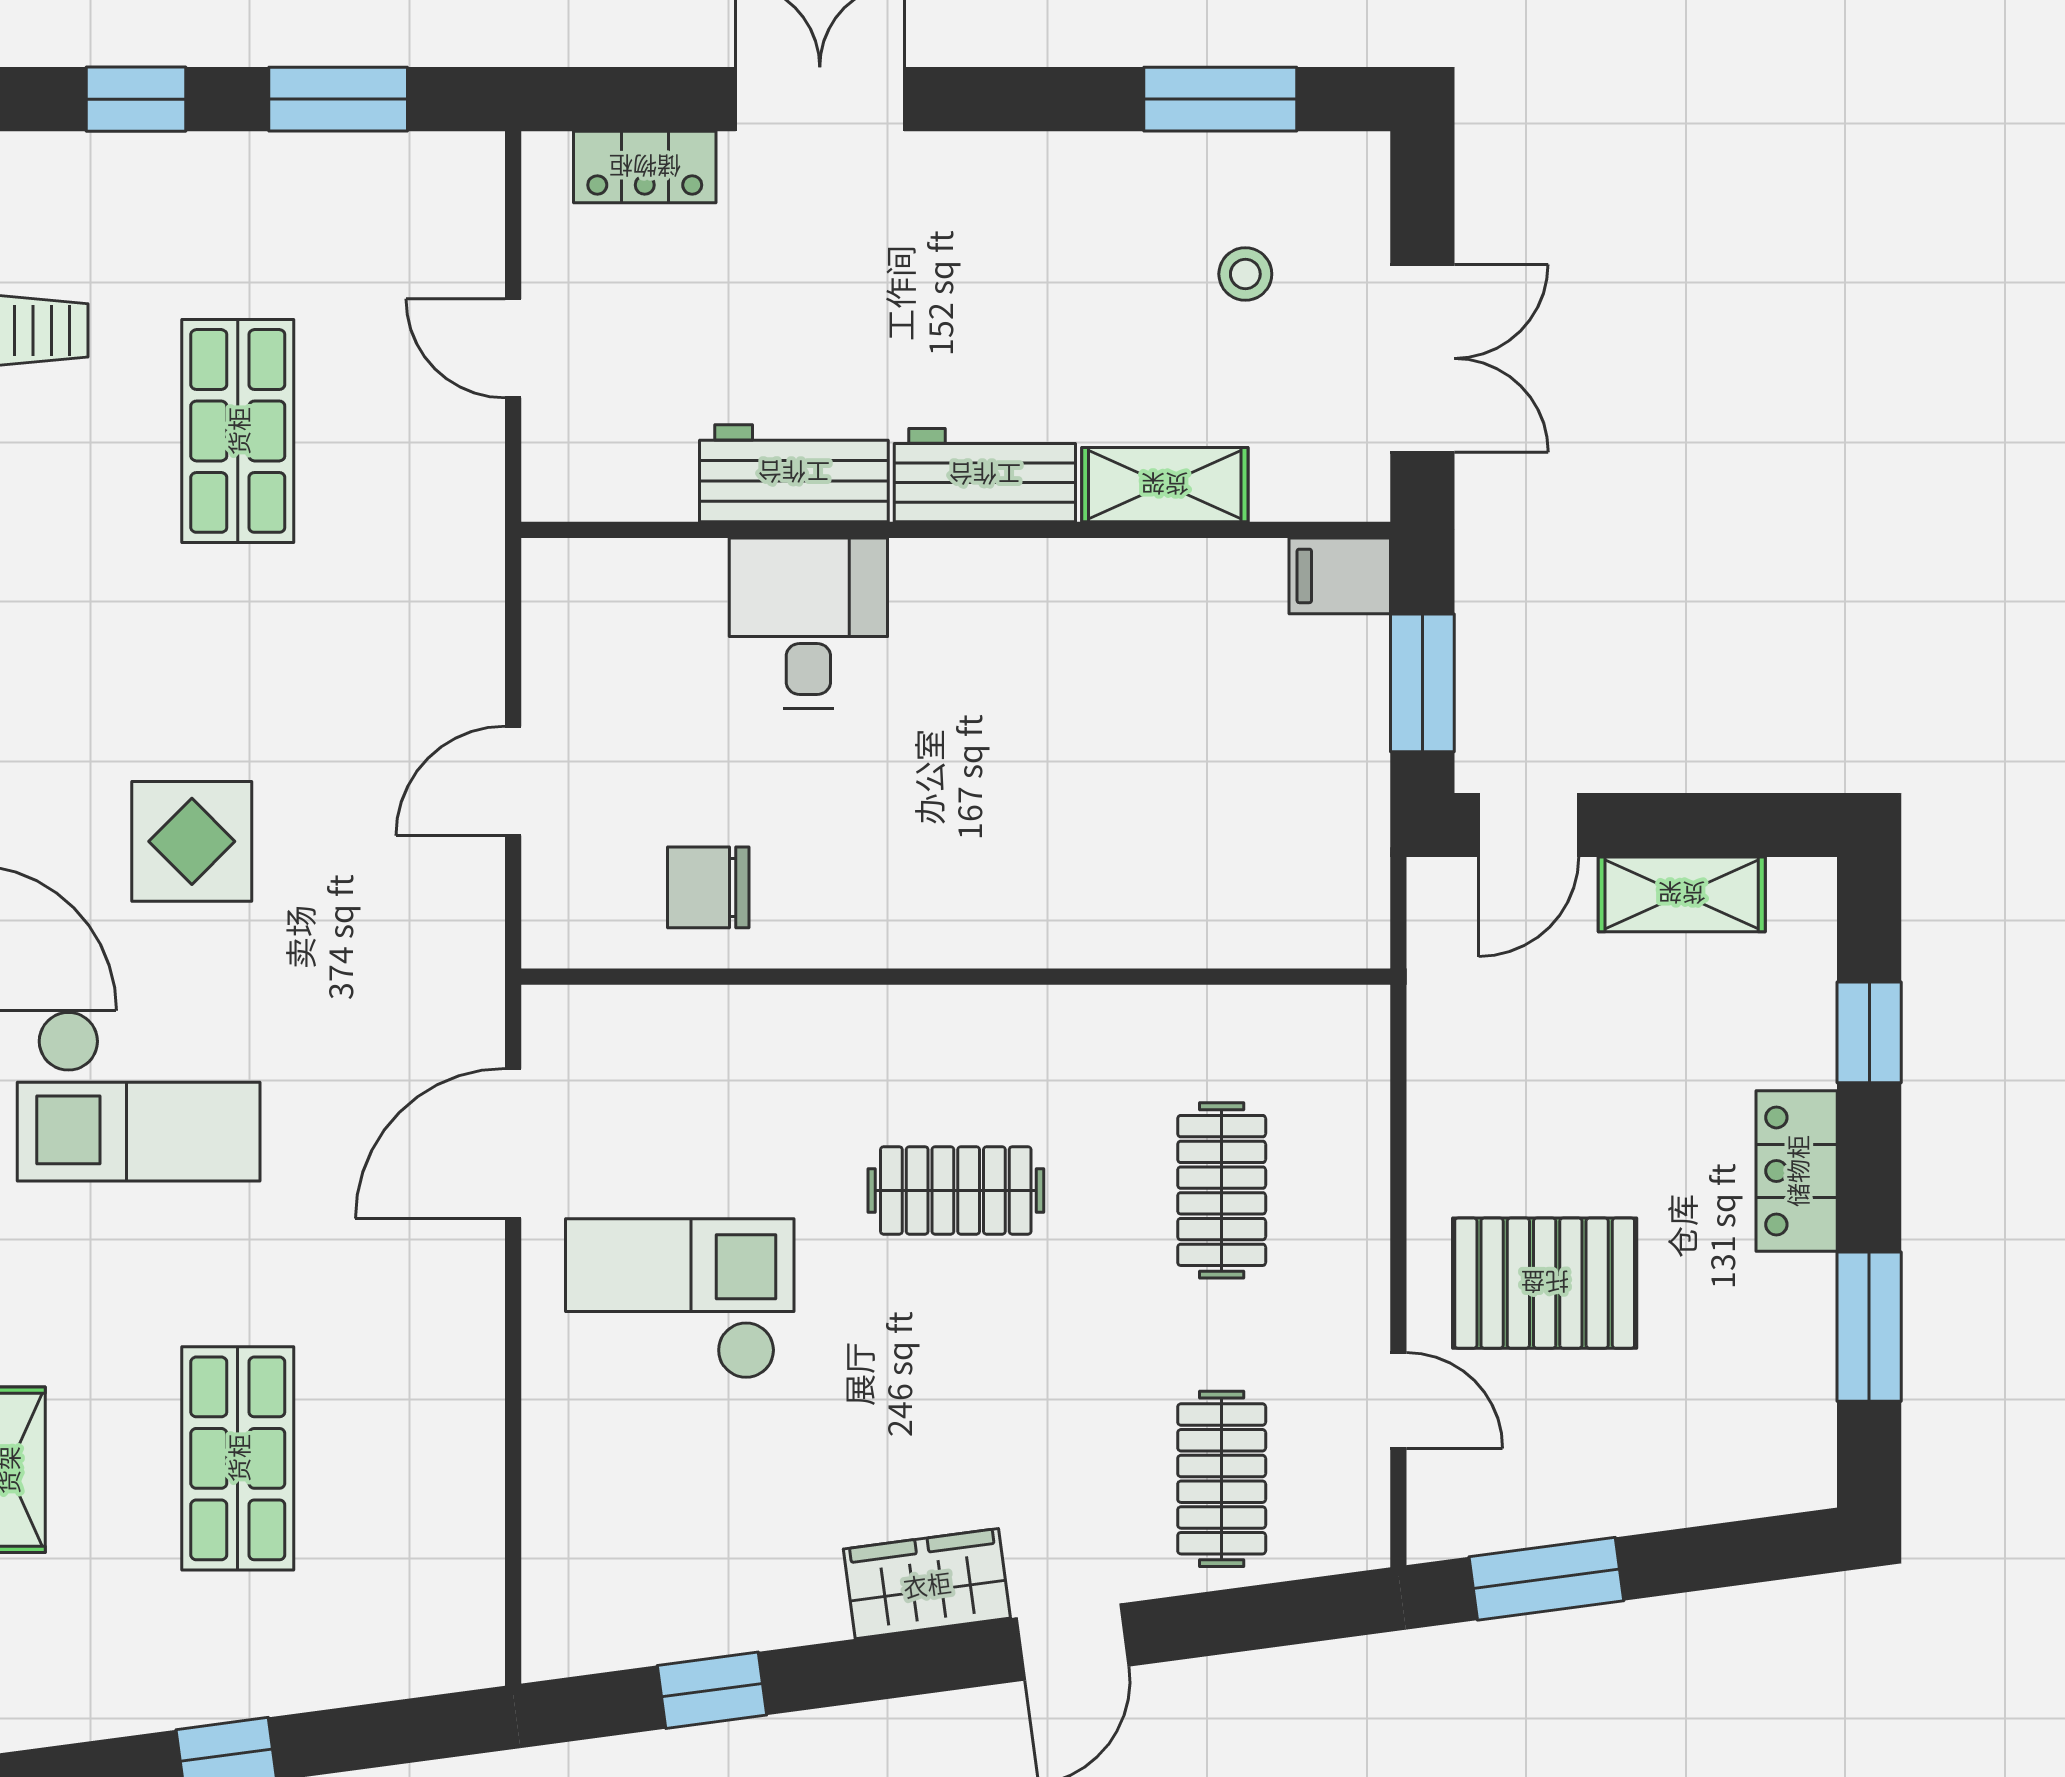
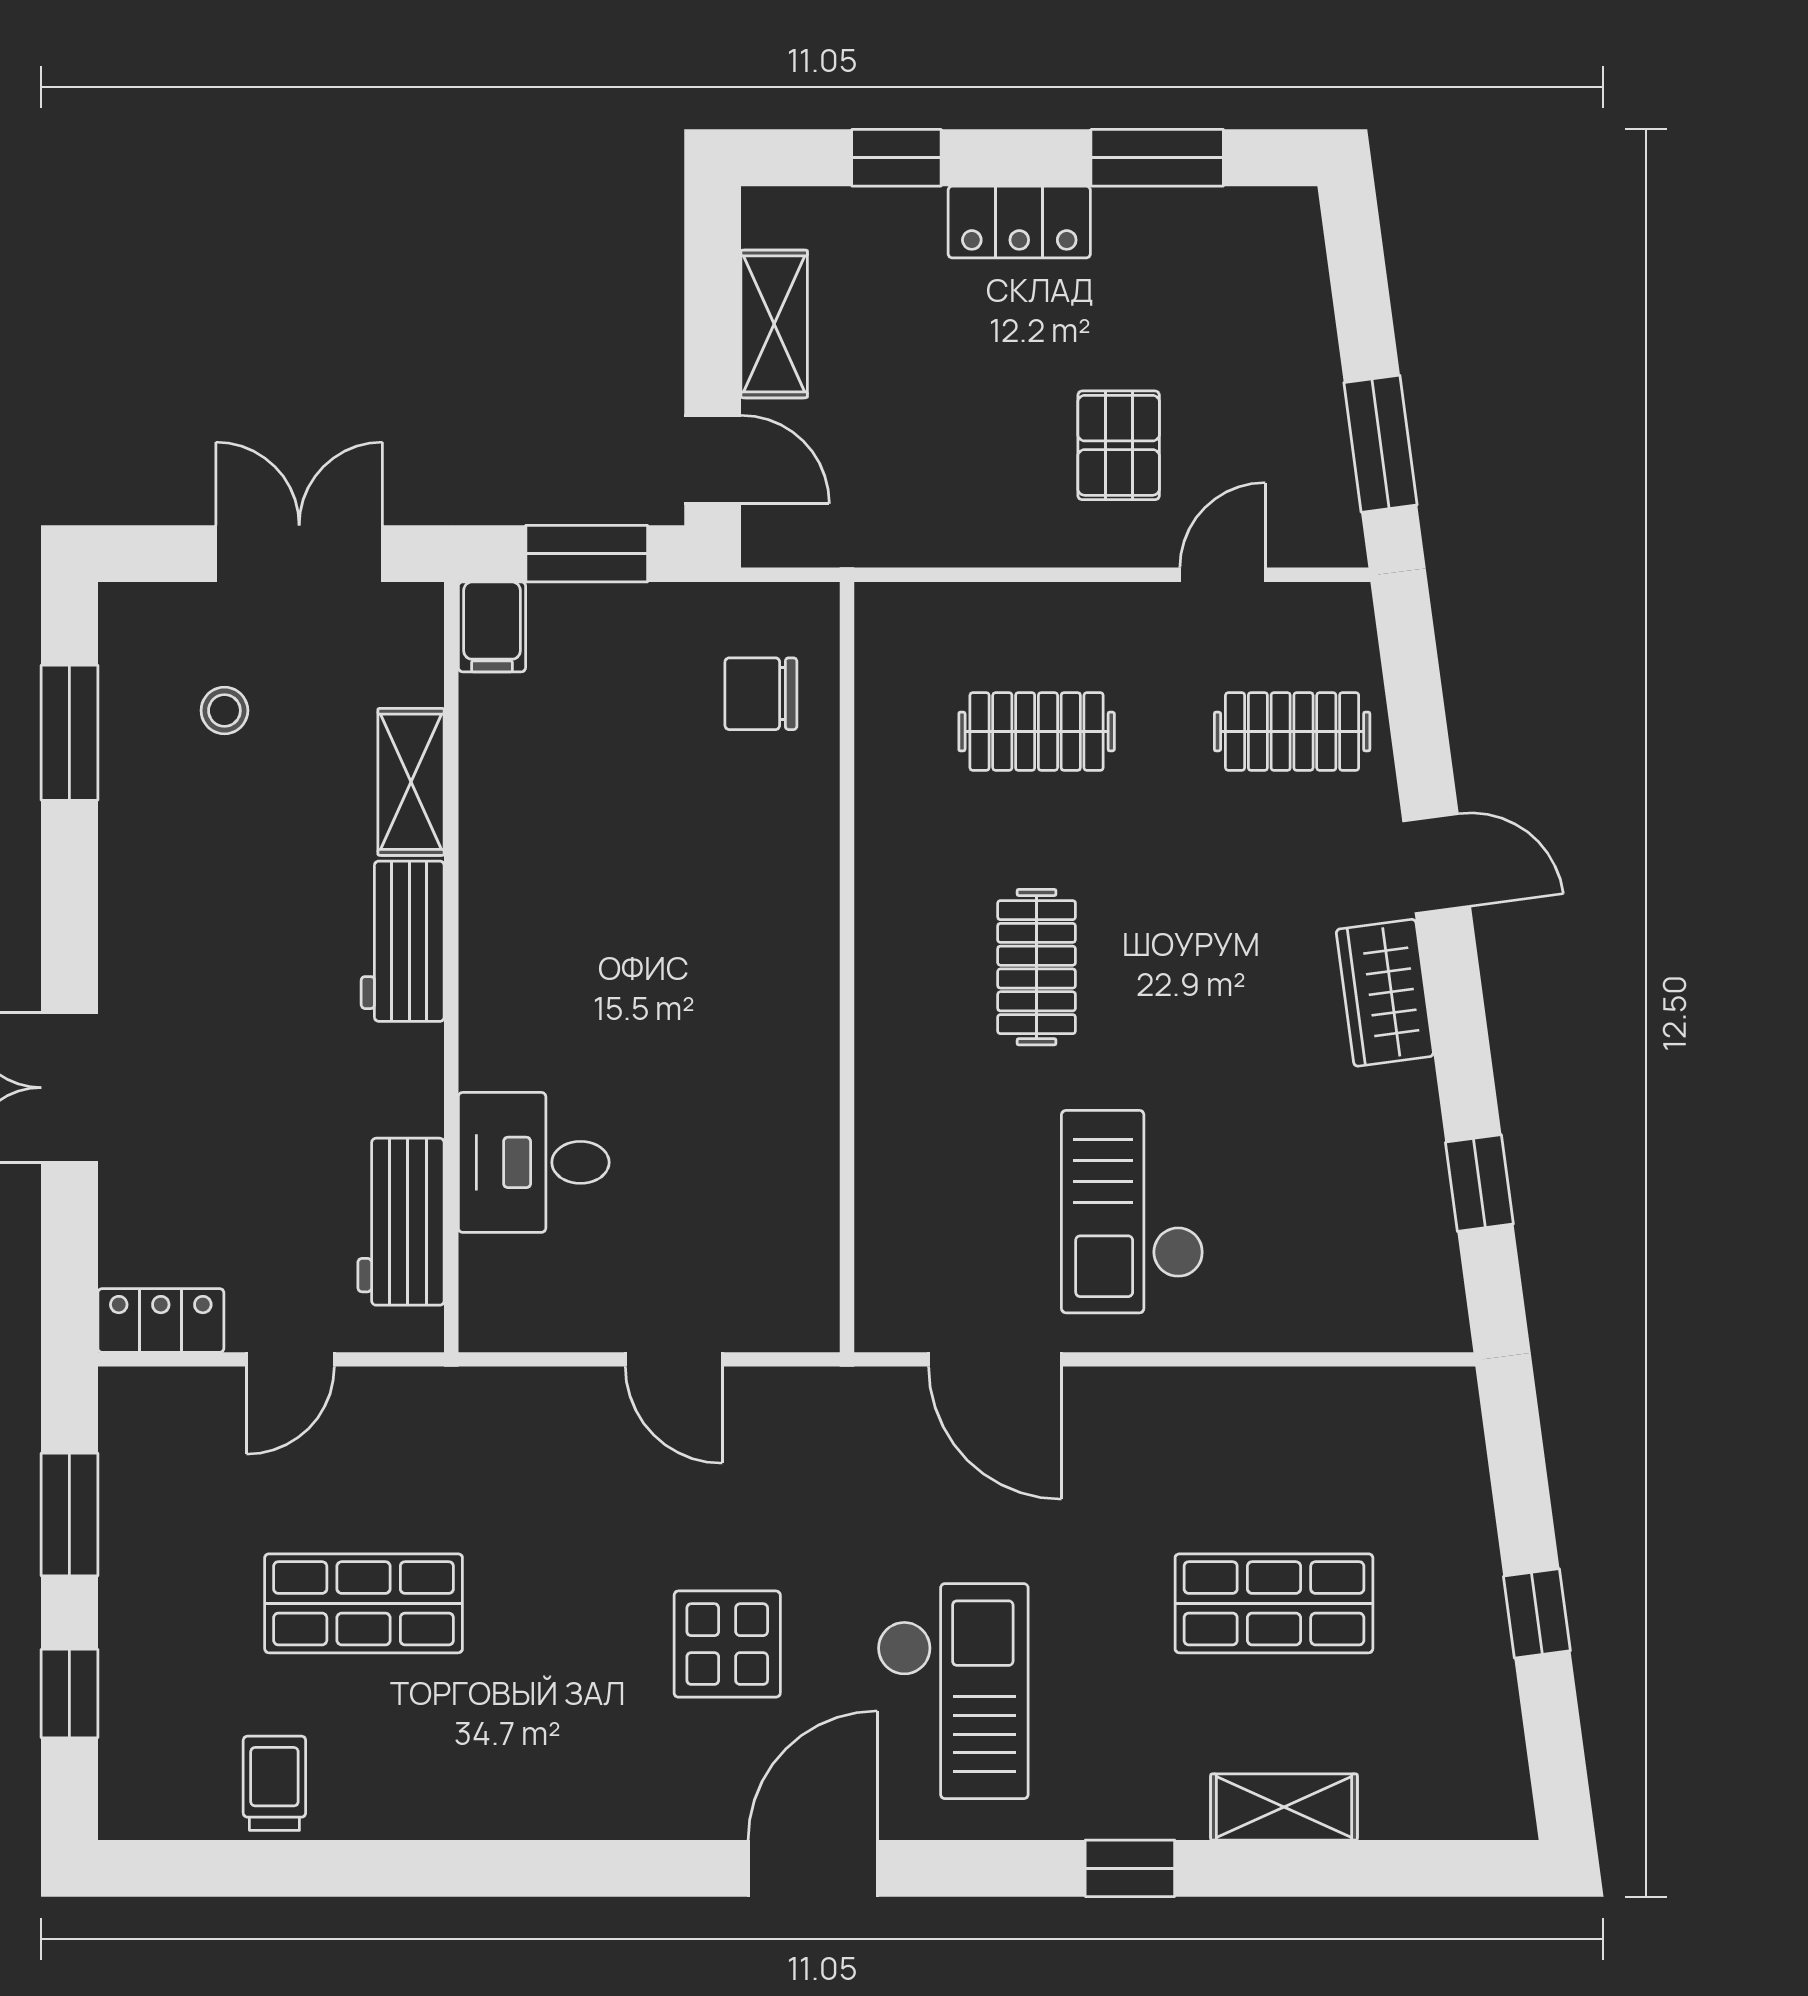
locker: (645, 167) -> (161, 1320), moved, turned -90
workbench: (794, 473) -> (401, 1222), moved
desk: (808, 623) -> (534, 1162), moved
chair: (708, 887) -> (761, 694), moved, turned 90
pallet: (1545, 1283) -> (1119, 445), width x0.67, depth x0.71

